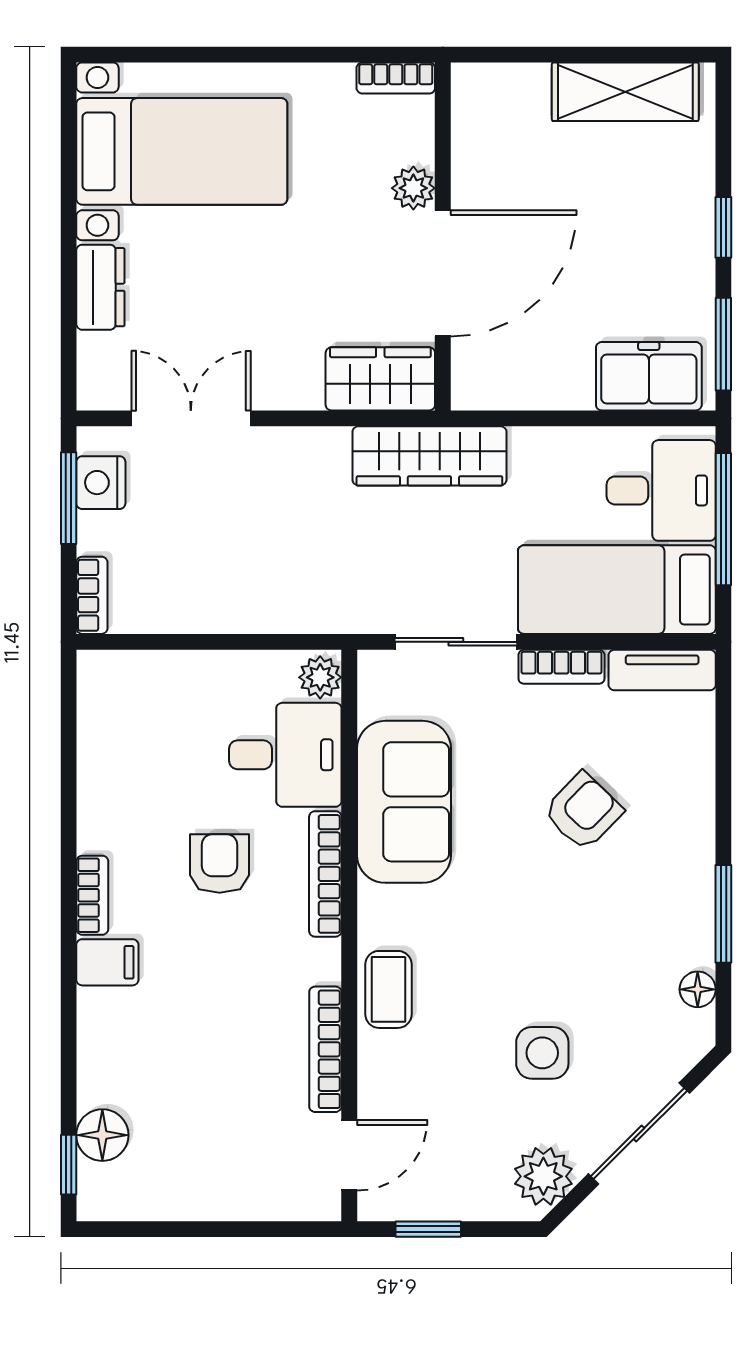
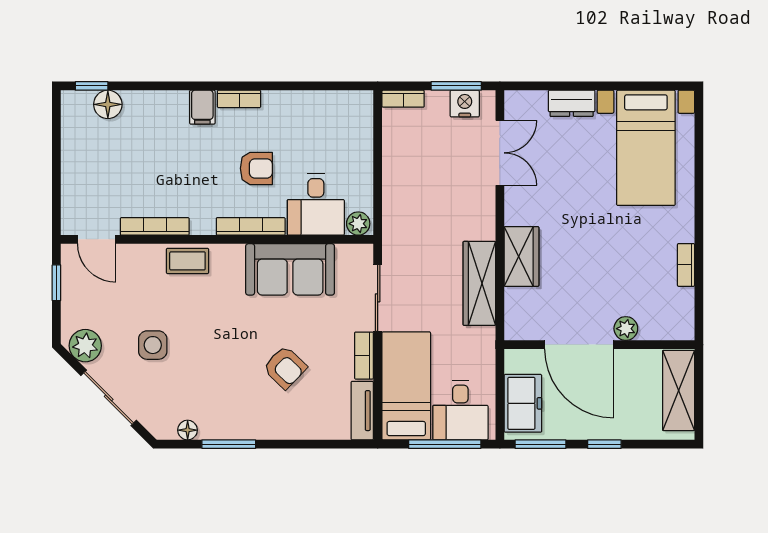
plant: (413, 188) -> (626, 329), moved
wall: (443, 236) -> (599, 345), moved
door: (443, 273) -> (579, 345), moved

